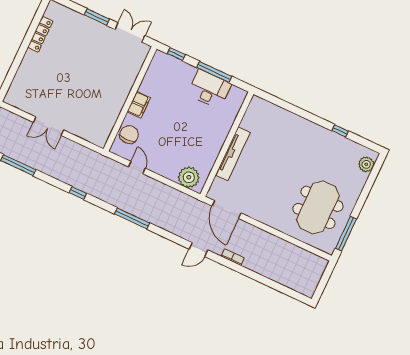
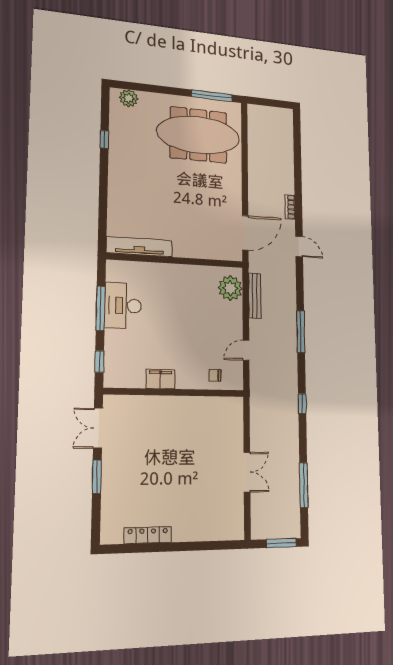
filing cabinet: (139, 105) -> (161, 379), moved
chair: (129, 135) -> (215, 375), width x0.54, depth x0.54
tv unit: (233, 154) -> (139, 247), moved
bench: (175, 194) -> (255, 296), added
meeting table: (318, 207) -> (198, 135), width x1.36

